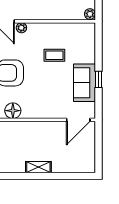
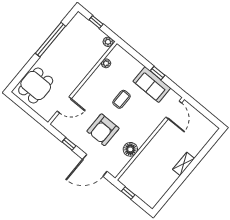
plant: (21, 28) -> (106, 63), moved
coffee table: (54, 55) -> (121, 99), moved

